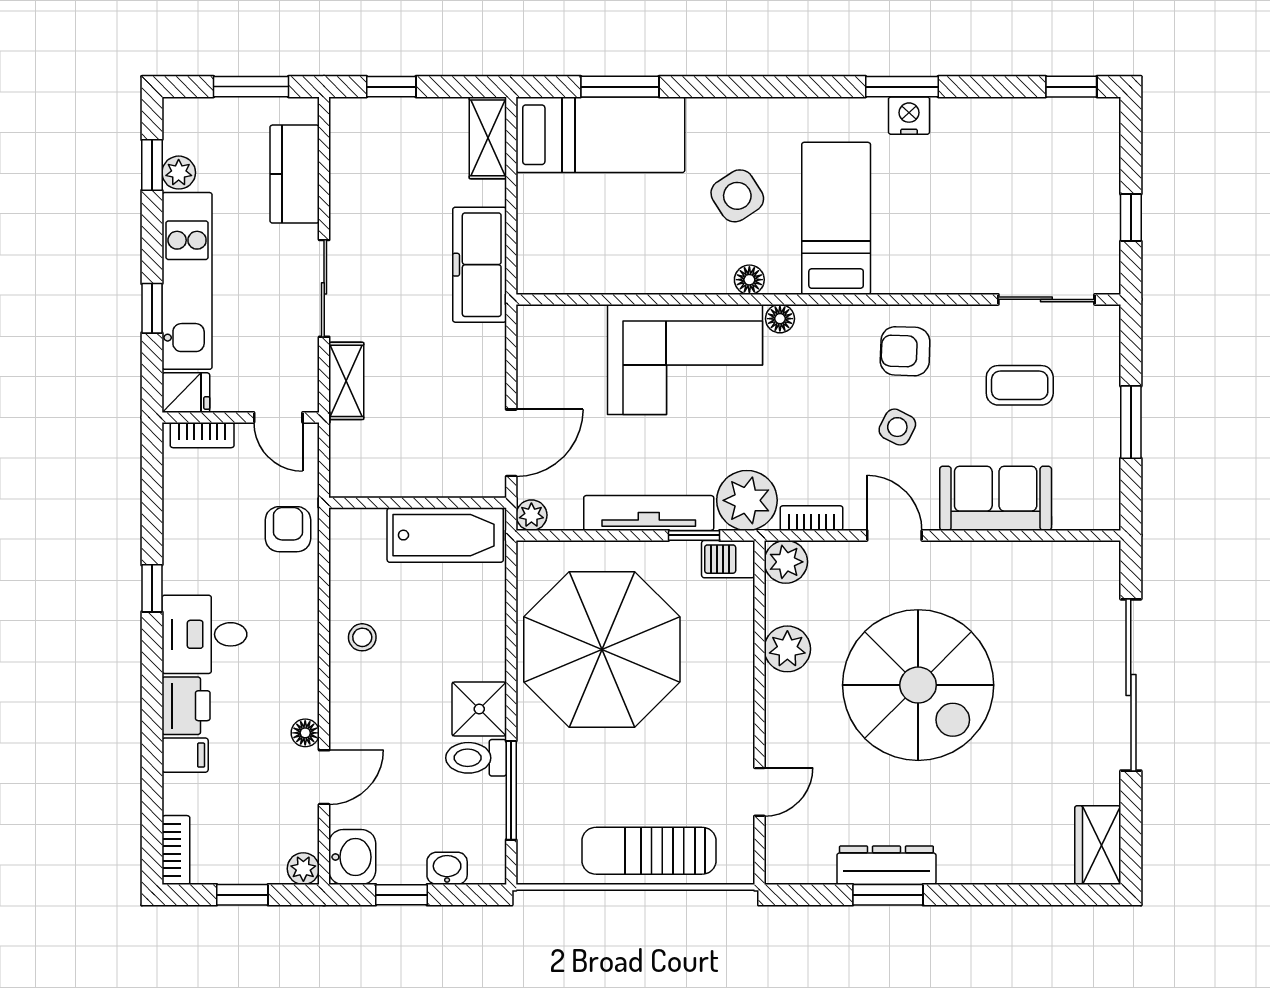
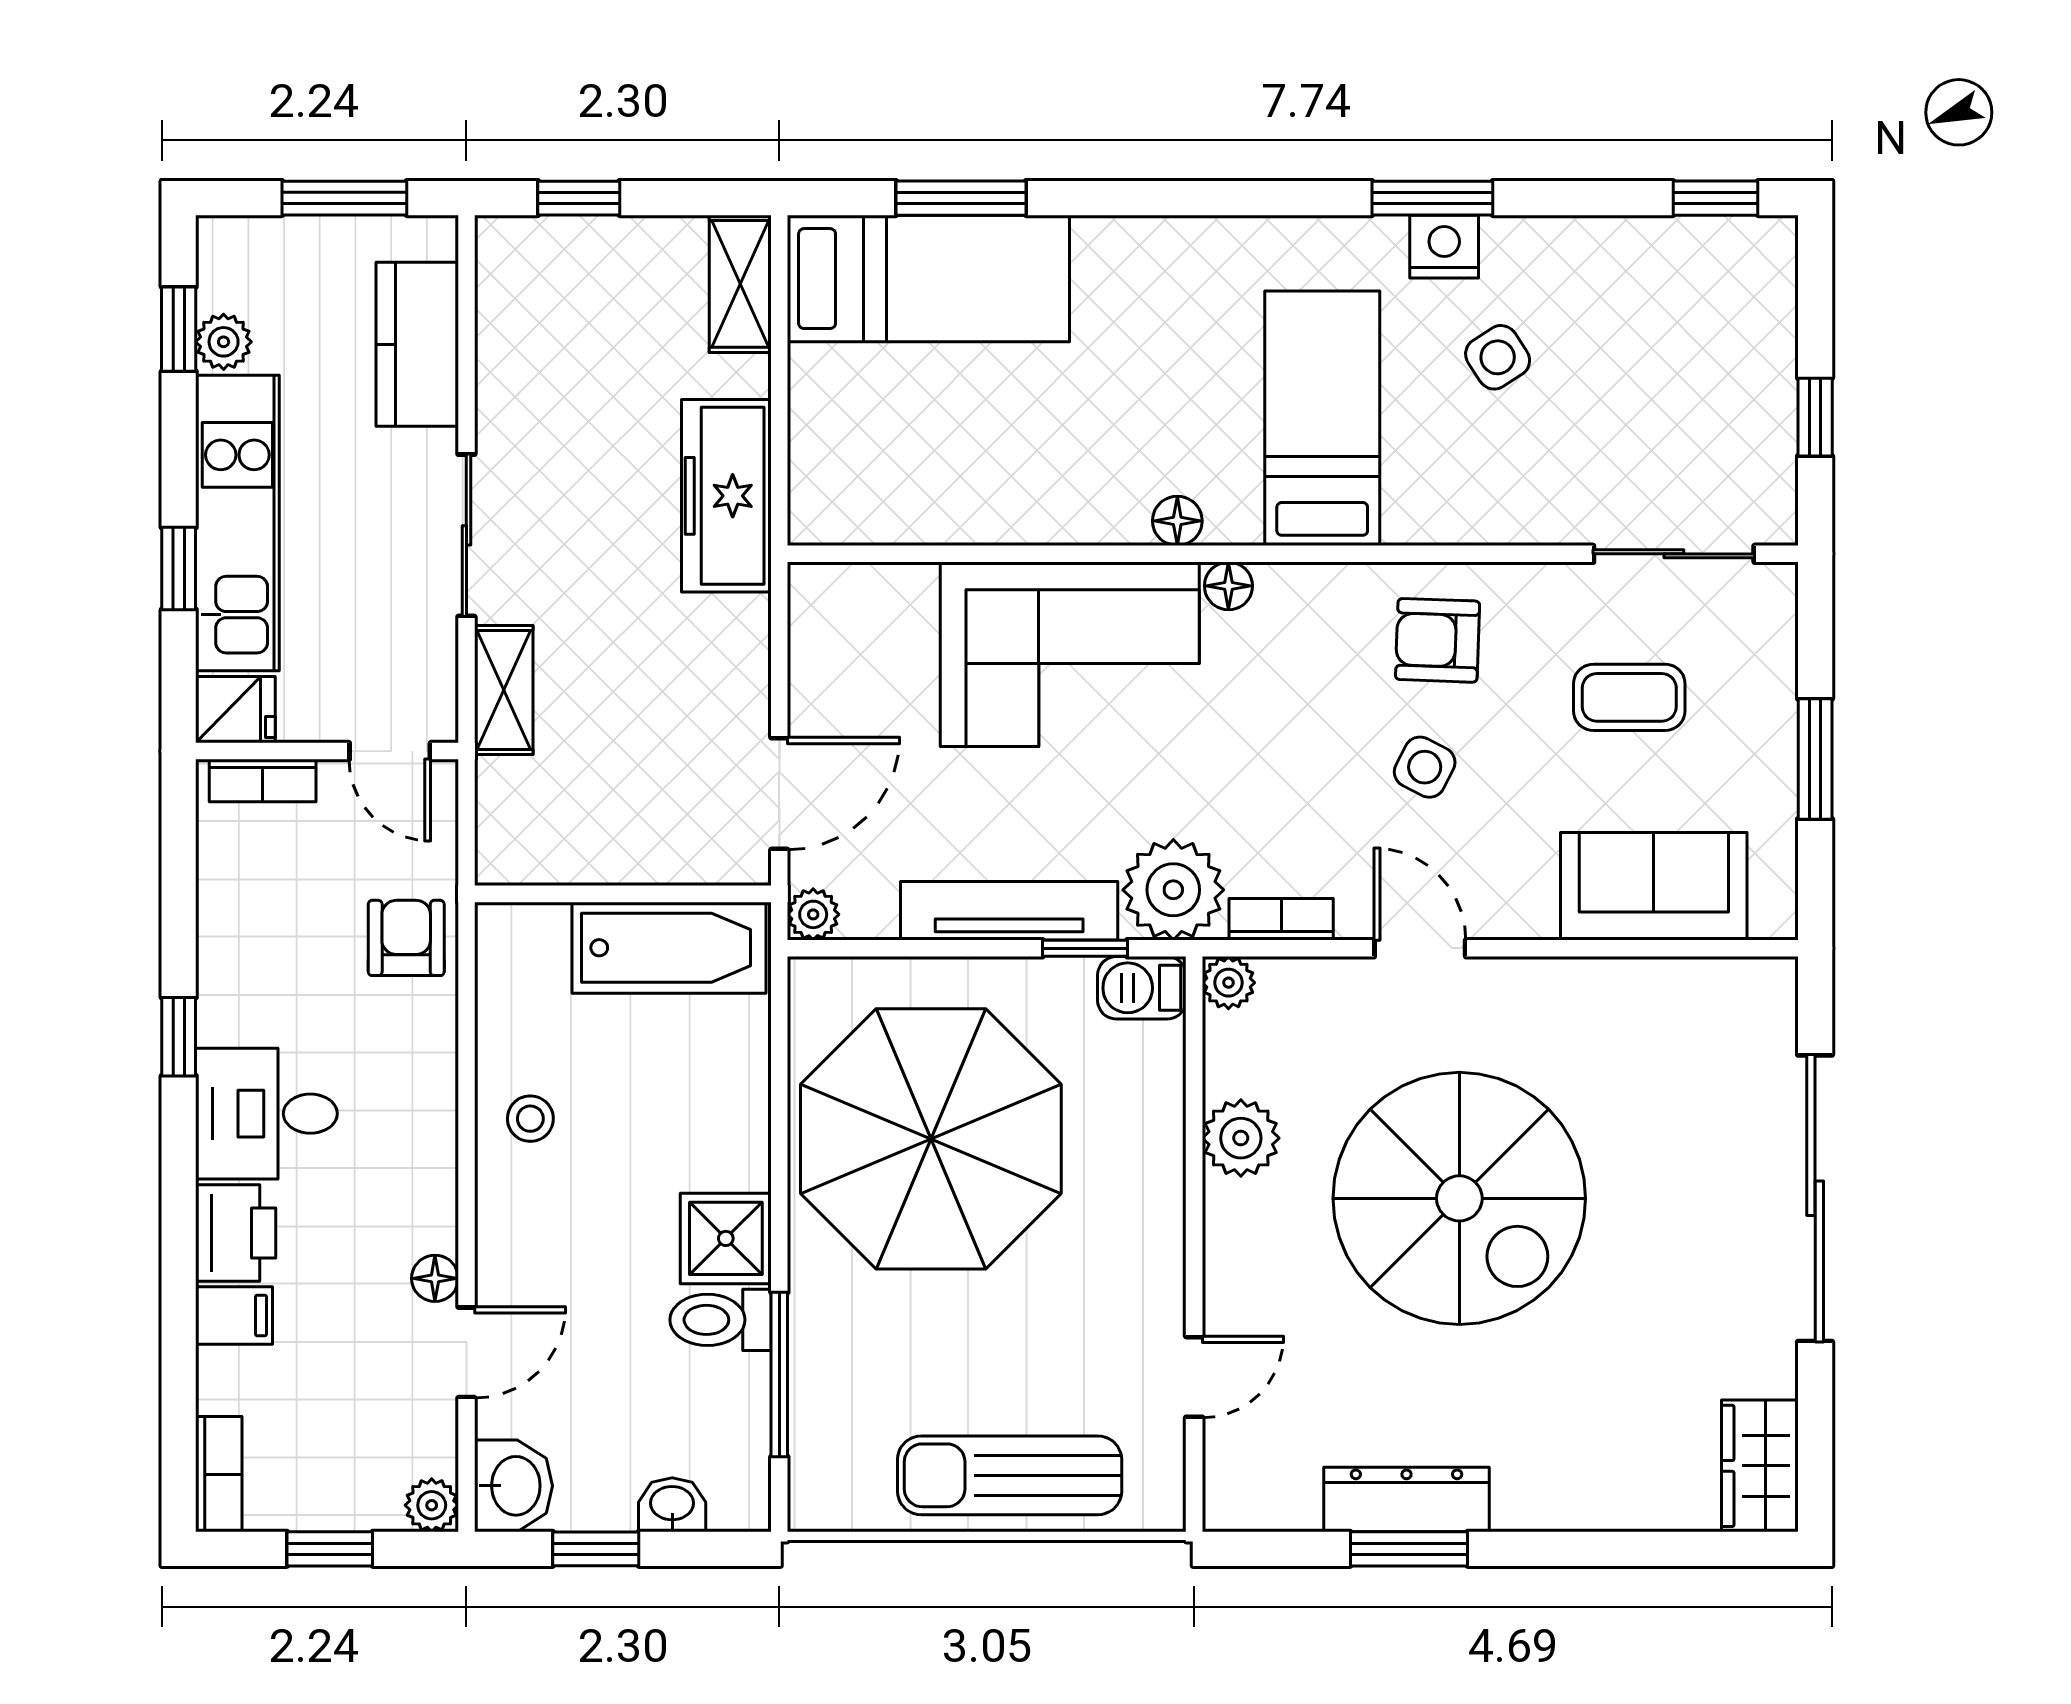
side table: (737, 196) -> (1498, 357), moved, width x0.73, depth x0.73
sofa: (996, 498) -> (1654, 886), moved
plant: (786, 562) -> (1228, 983), width x0.73, depth x0.73

